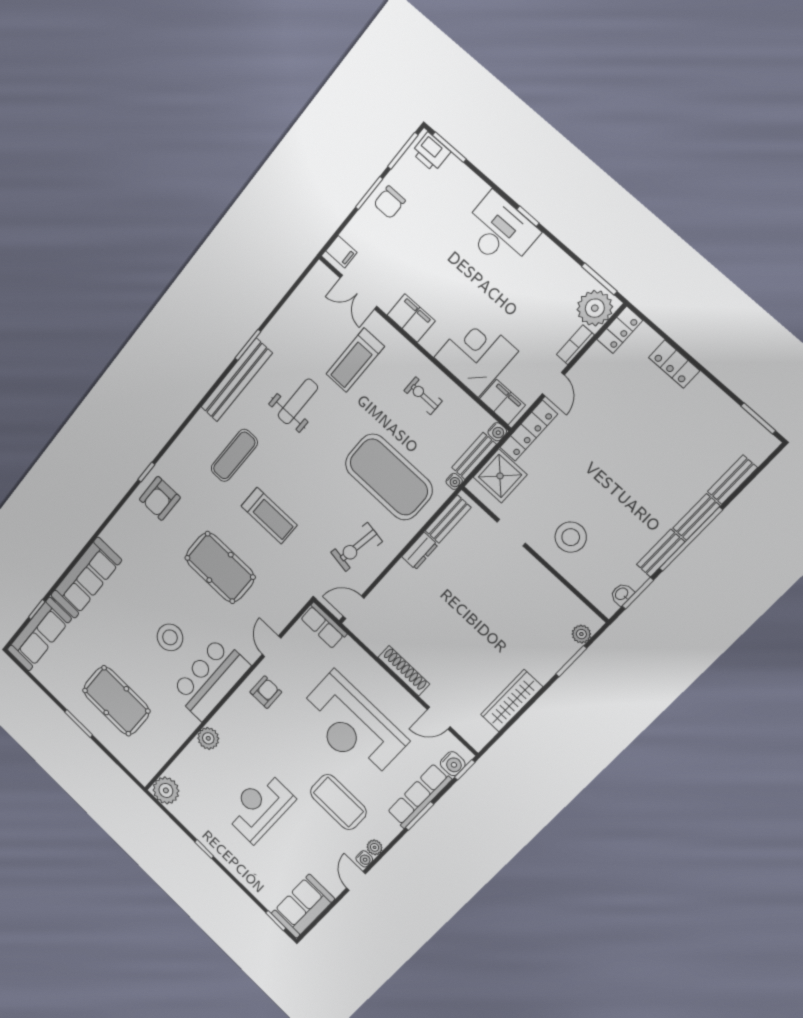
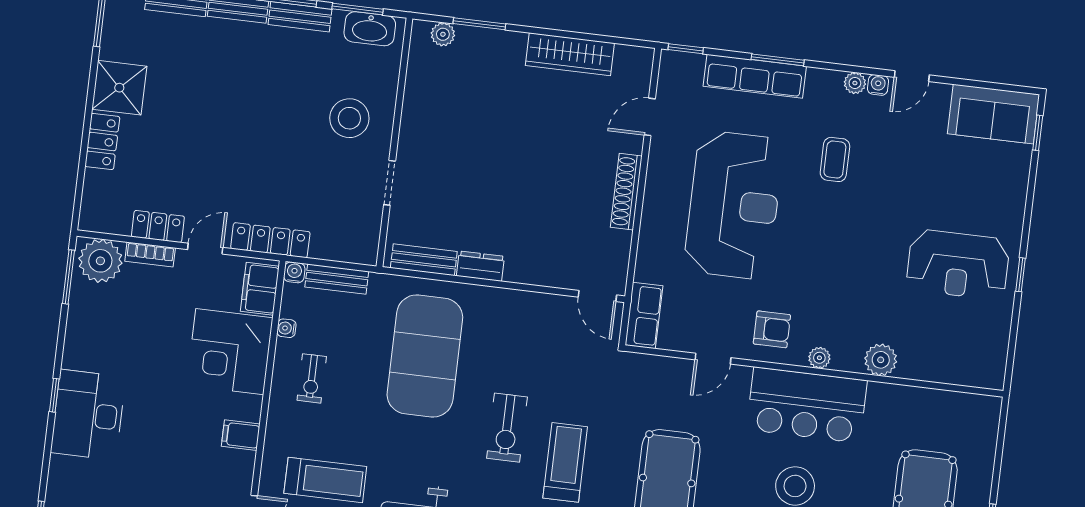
filing cabinet: (411, 318) -> (241, 435), width x0.50
locker: (620, 330) -> (158, 226), moved
shower: (500, 476) -> (119, 88), moved
water cooler: (454, 481) -> (286, 328), moved, turned -90
exercise bike: (357, 547) -> (507, 428), moved, turned 81
washbasin: (622, 594) -> (370, 29), width x1.91, depth x1.45
armchair: (266, 692) -> (772, 329), turned 180
door: (439, 718) -> (650, 117), swing flipped
water cooler: (453, 764) -> (689, 66), removed
plant: (166, 790) -> (819, 358), moved, width x0.53, depth x0.53
coffee table: (338, 802) -> (835, 159), width x0.54, depth x0.58
reception desk: (259, 807) -> (958, 265), moved

